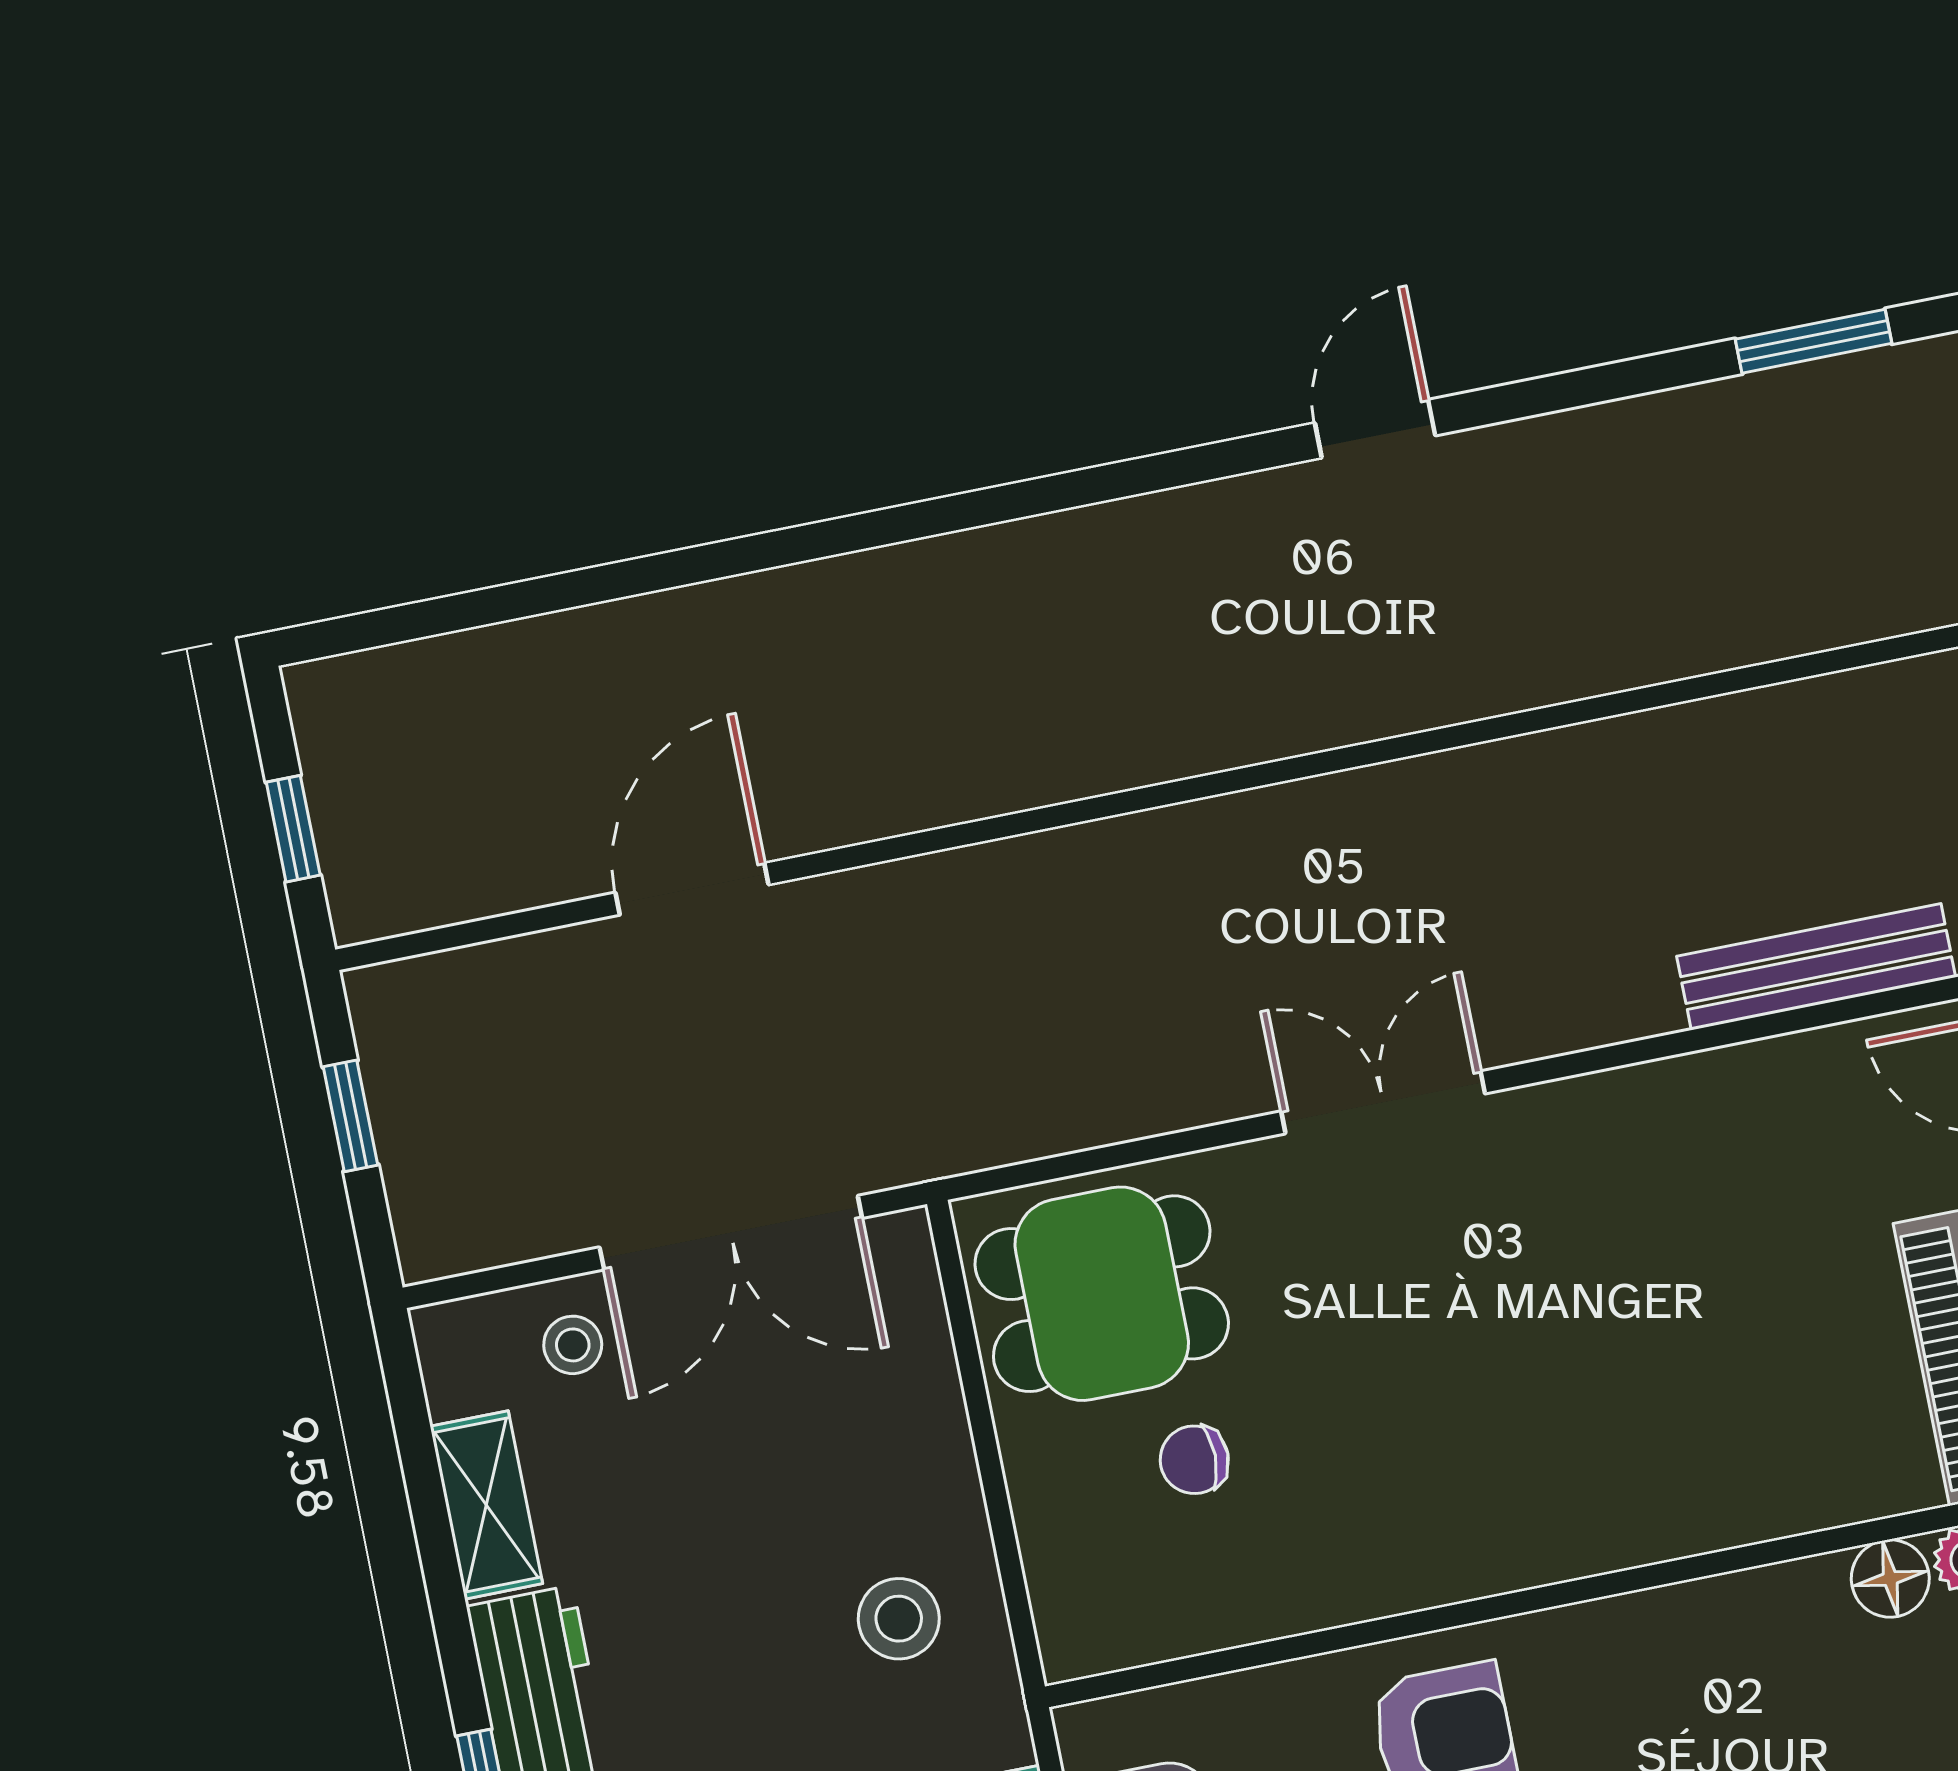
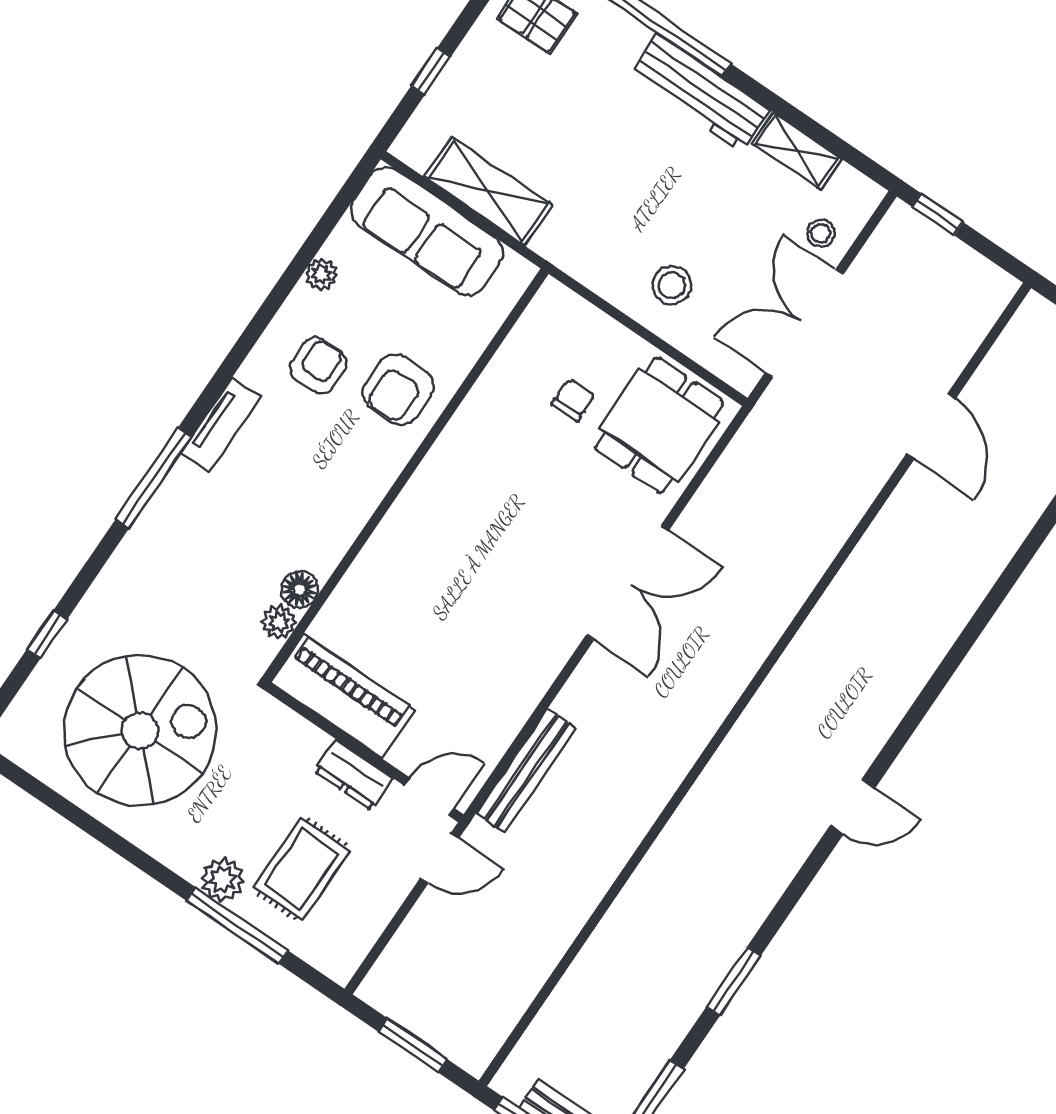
door: (1375, 429) -> (853, 807), hinge flipped
double door: (1383, 1102) -> (628, 583), width x1.37
window: (351, 1116) -> (938, 215), moved
stool: (899, 1619) -> (672, 285), moved

